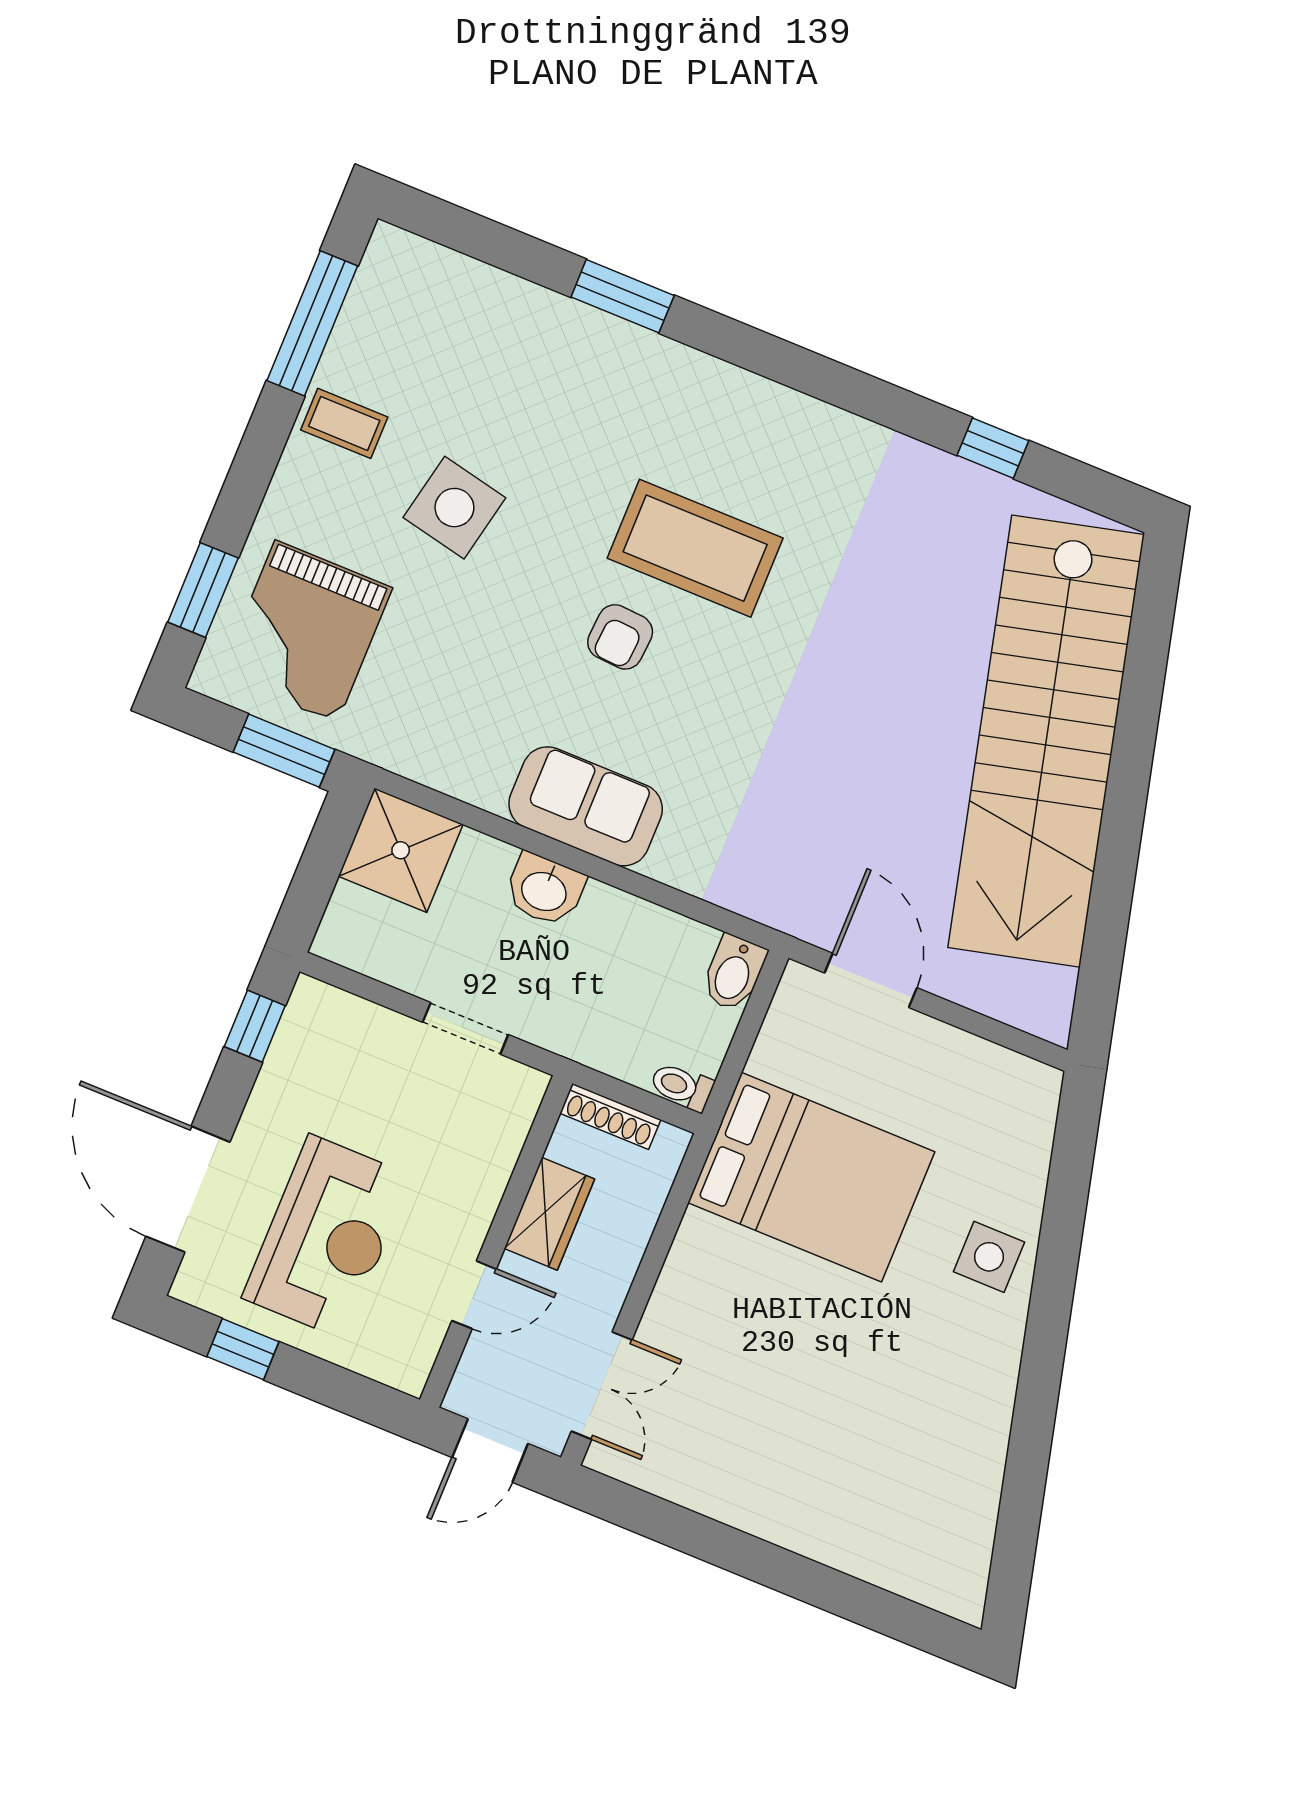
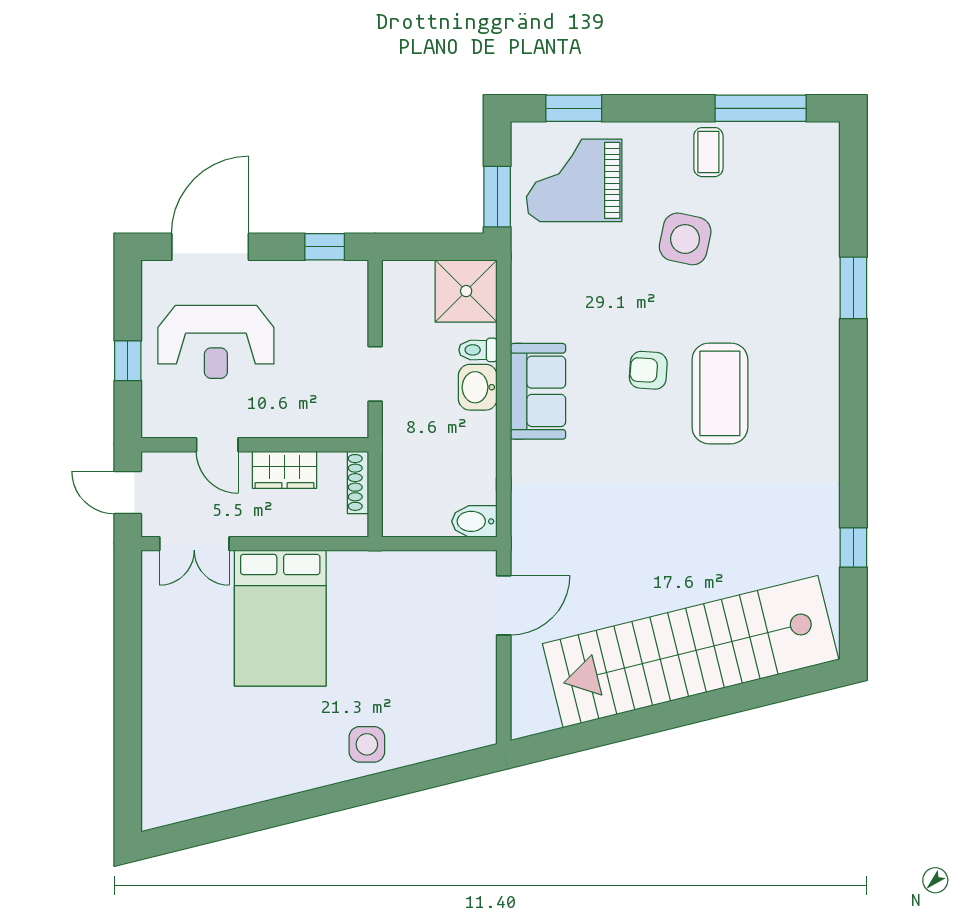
toilet: (682, 1087) -> (478, 350), moved, turned -90
bed: (811, 1177) -> (280, 618), moved
window: (243, 1349) -> (128, 361), moved

